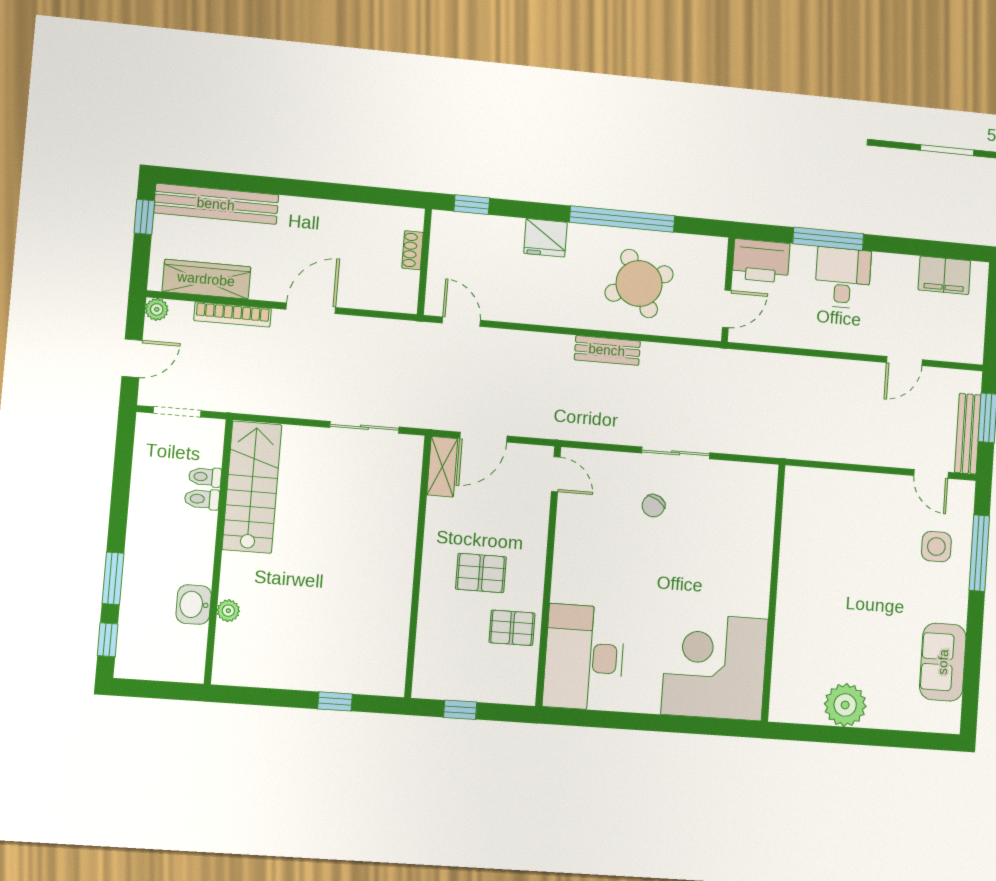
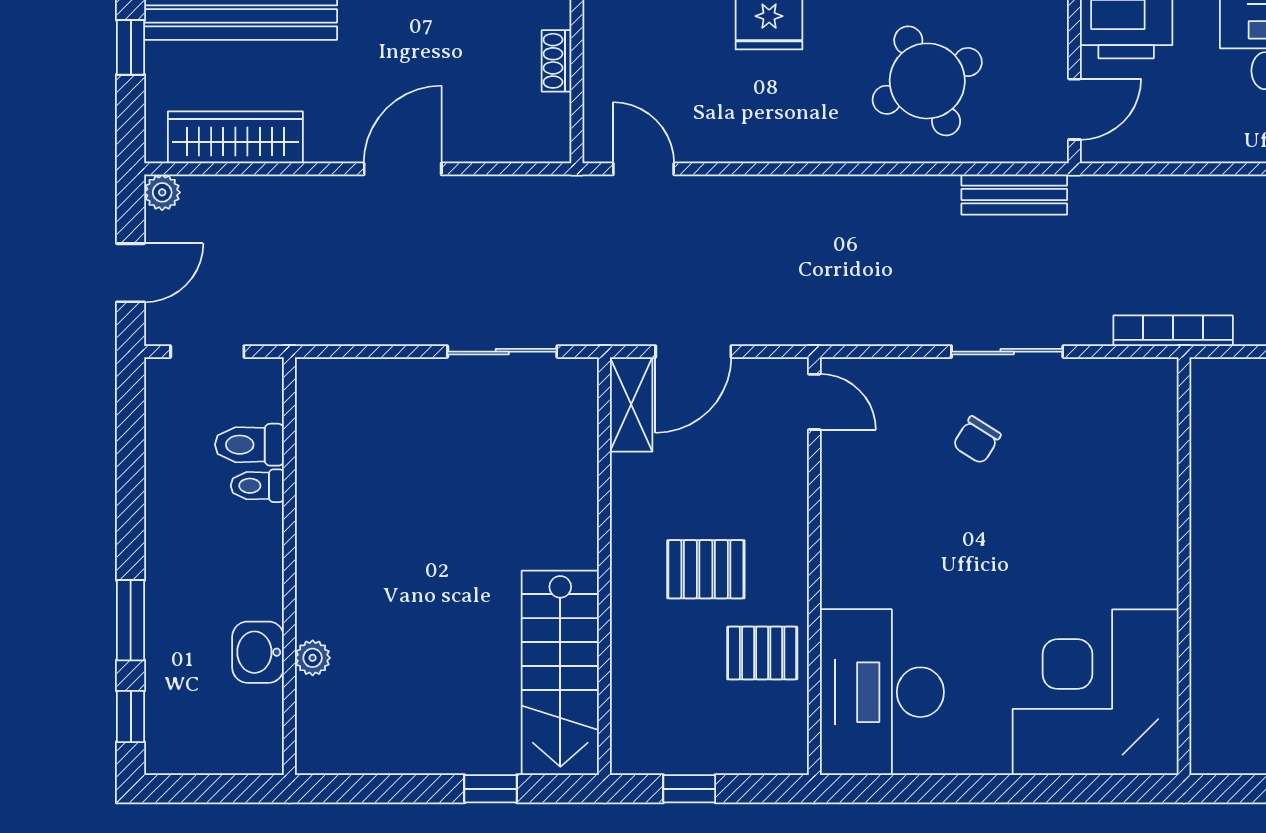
bookcase: (233, 314) -> (1173, 331), moved, turned 180
bench: (607, 350) -> (1014, 195), moved
toilet: (205, 477) -> (249, 445), width x1.37, depth x1.39
stairs: (252, 487) -> (560, 673), moved, turned 180

